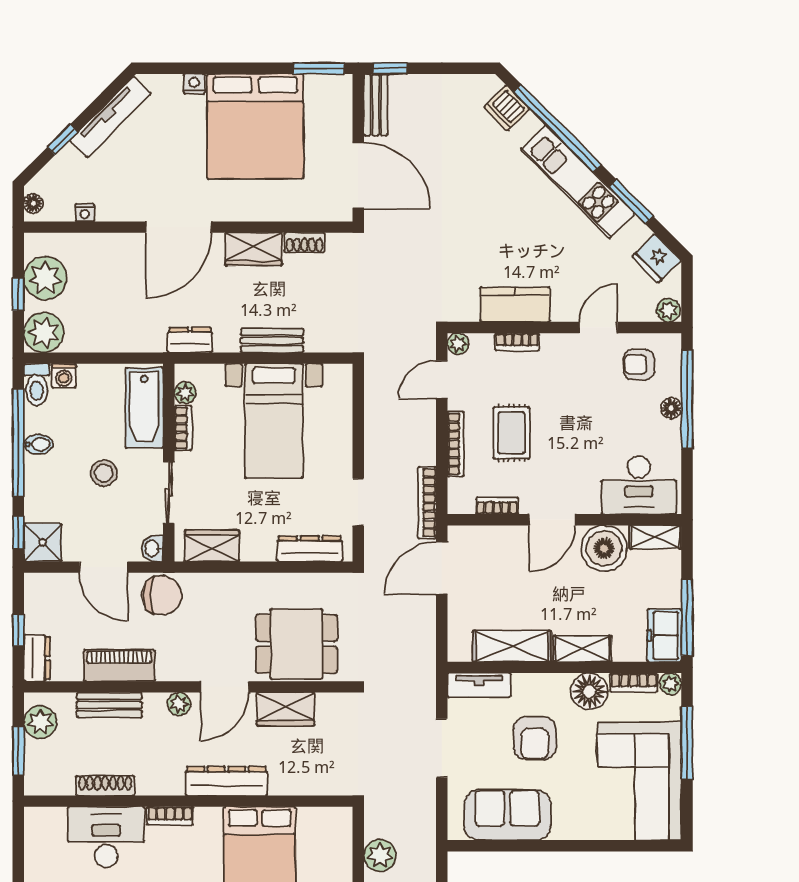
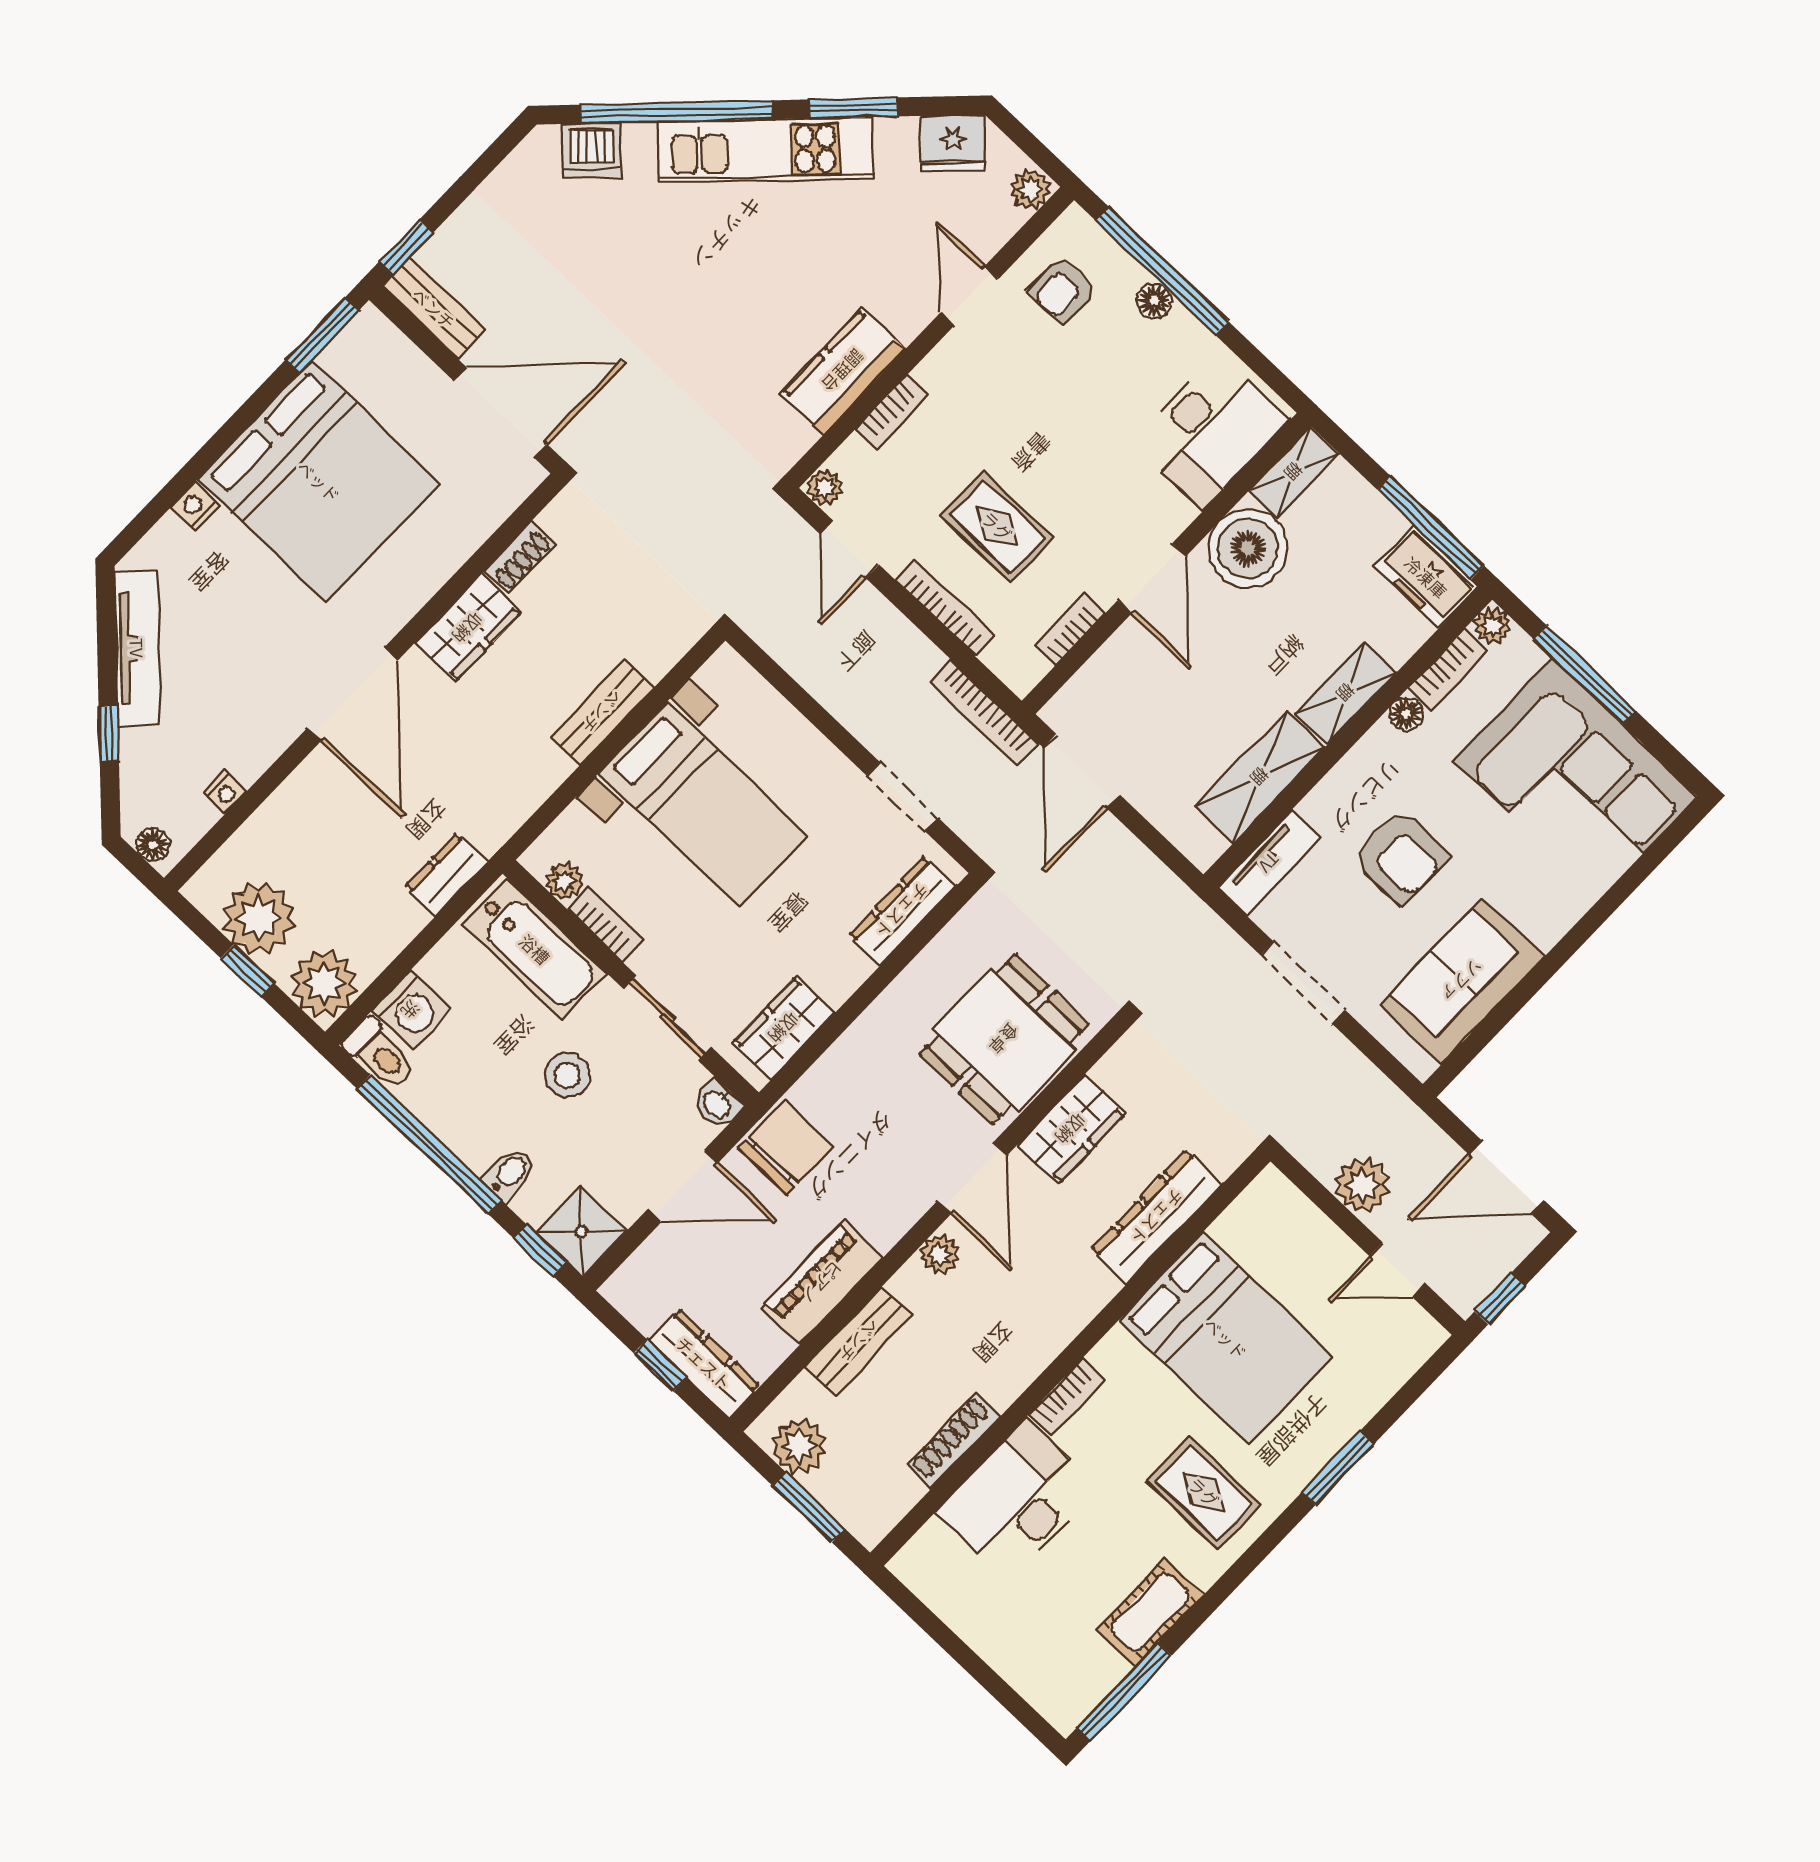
dresser: (190, 340) -> (446, 874), moved
washing machine: (64, 376) -> (411, 1010), width x1.38, depth x1.38
bidet: (38, 444) -> (509, 1174), moved
dresser: (37, 658) -> (704, 1363), width x1.44
floor lamp: (589, 691) -> (1406, 714), width x0.53, depth x0.53
dresser: (226, 781) -> (1157, 1217), moved

